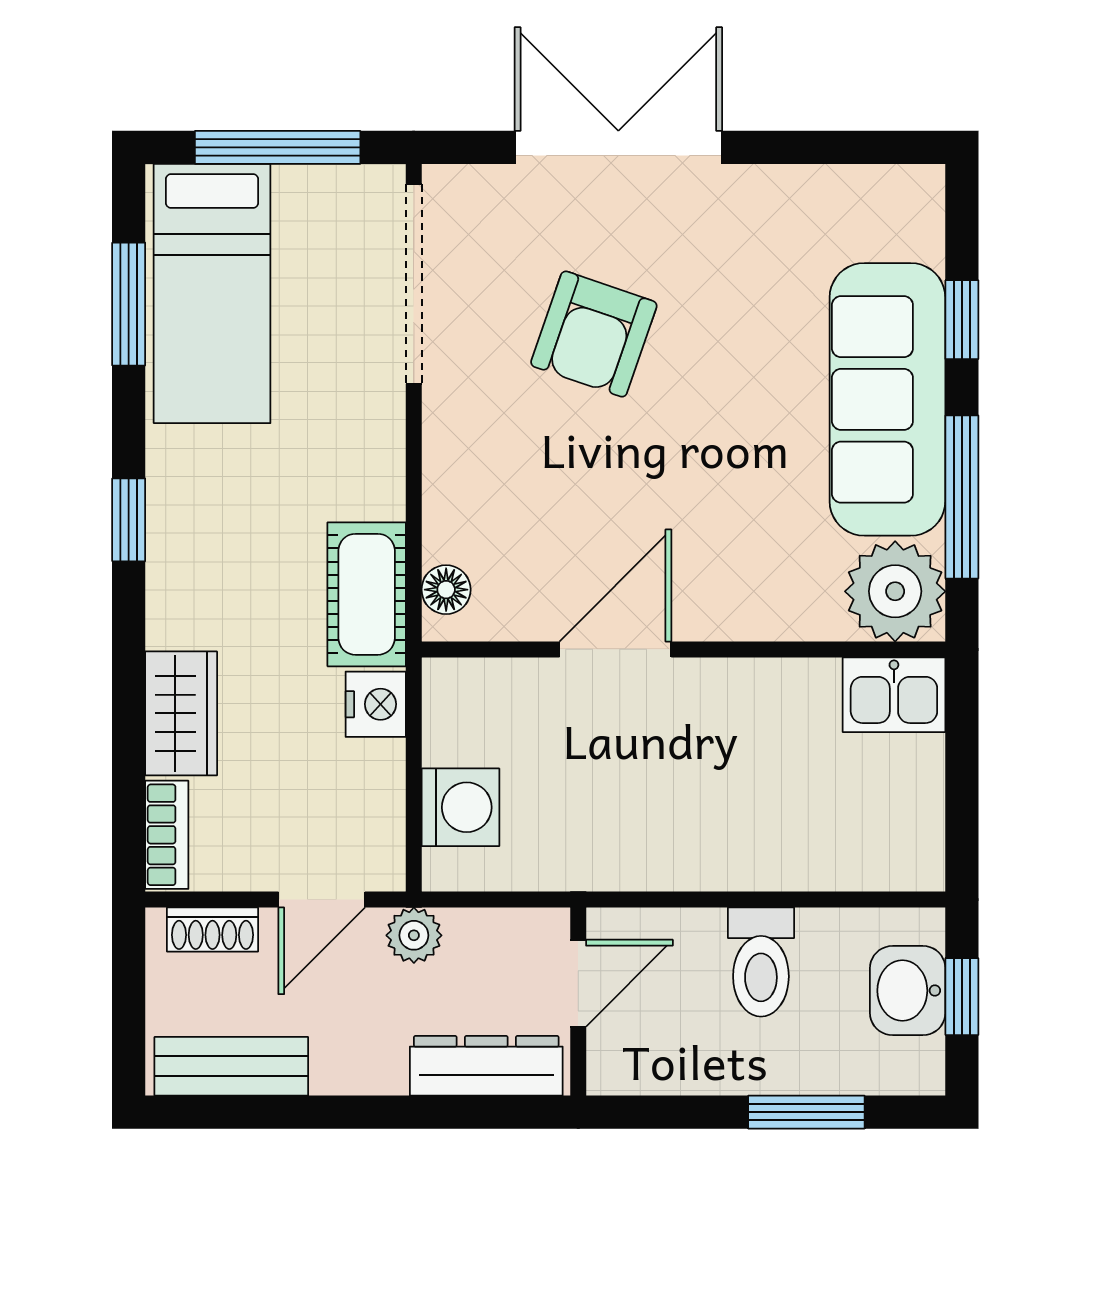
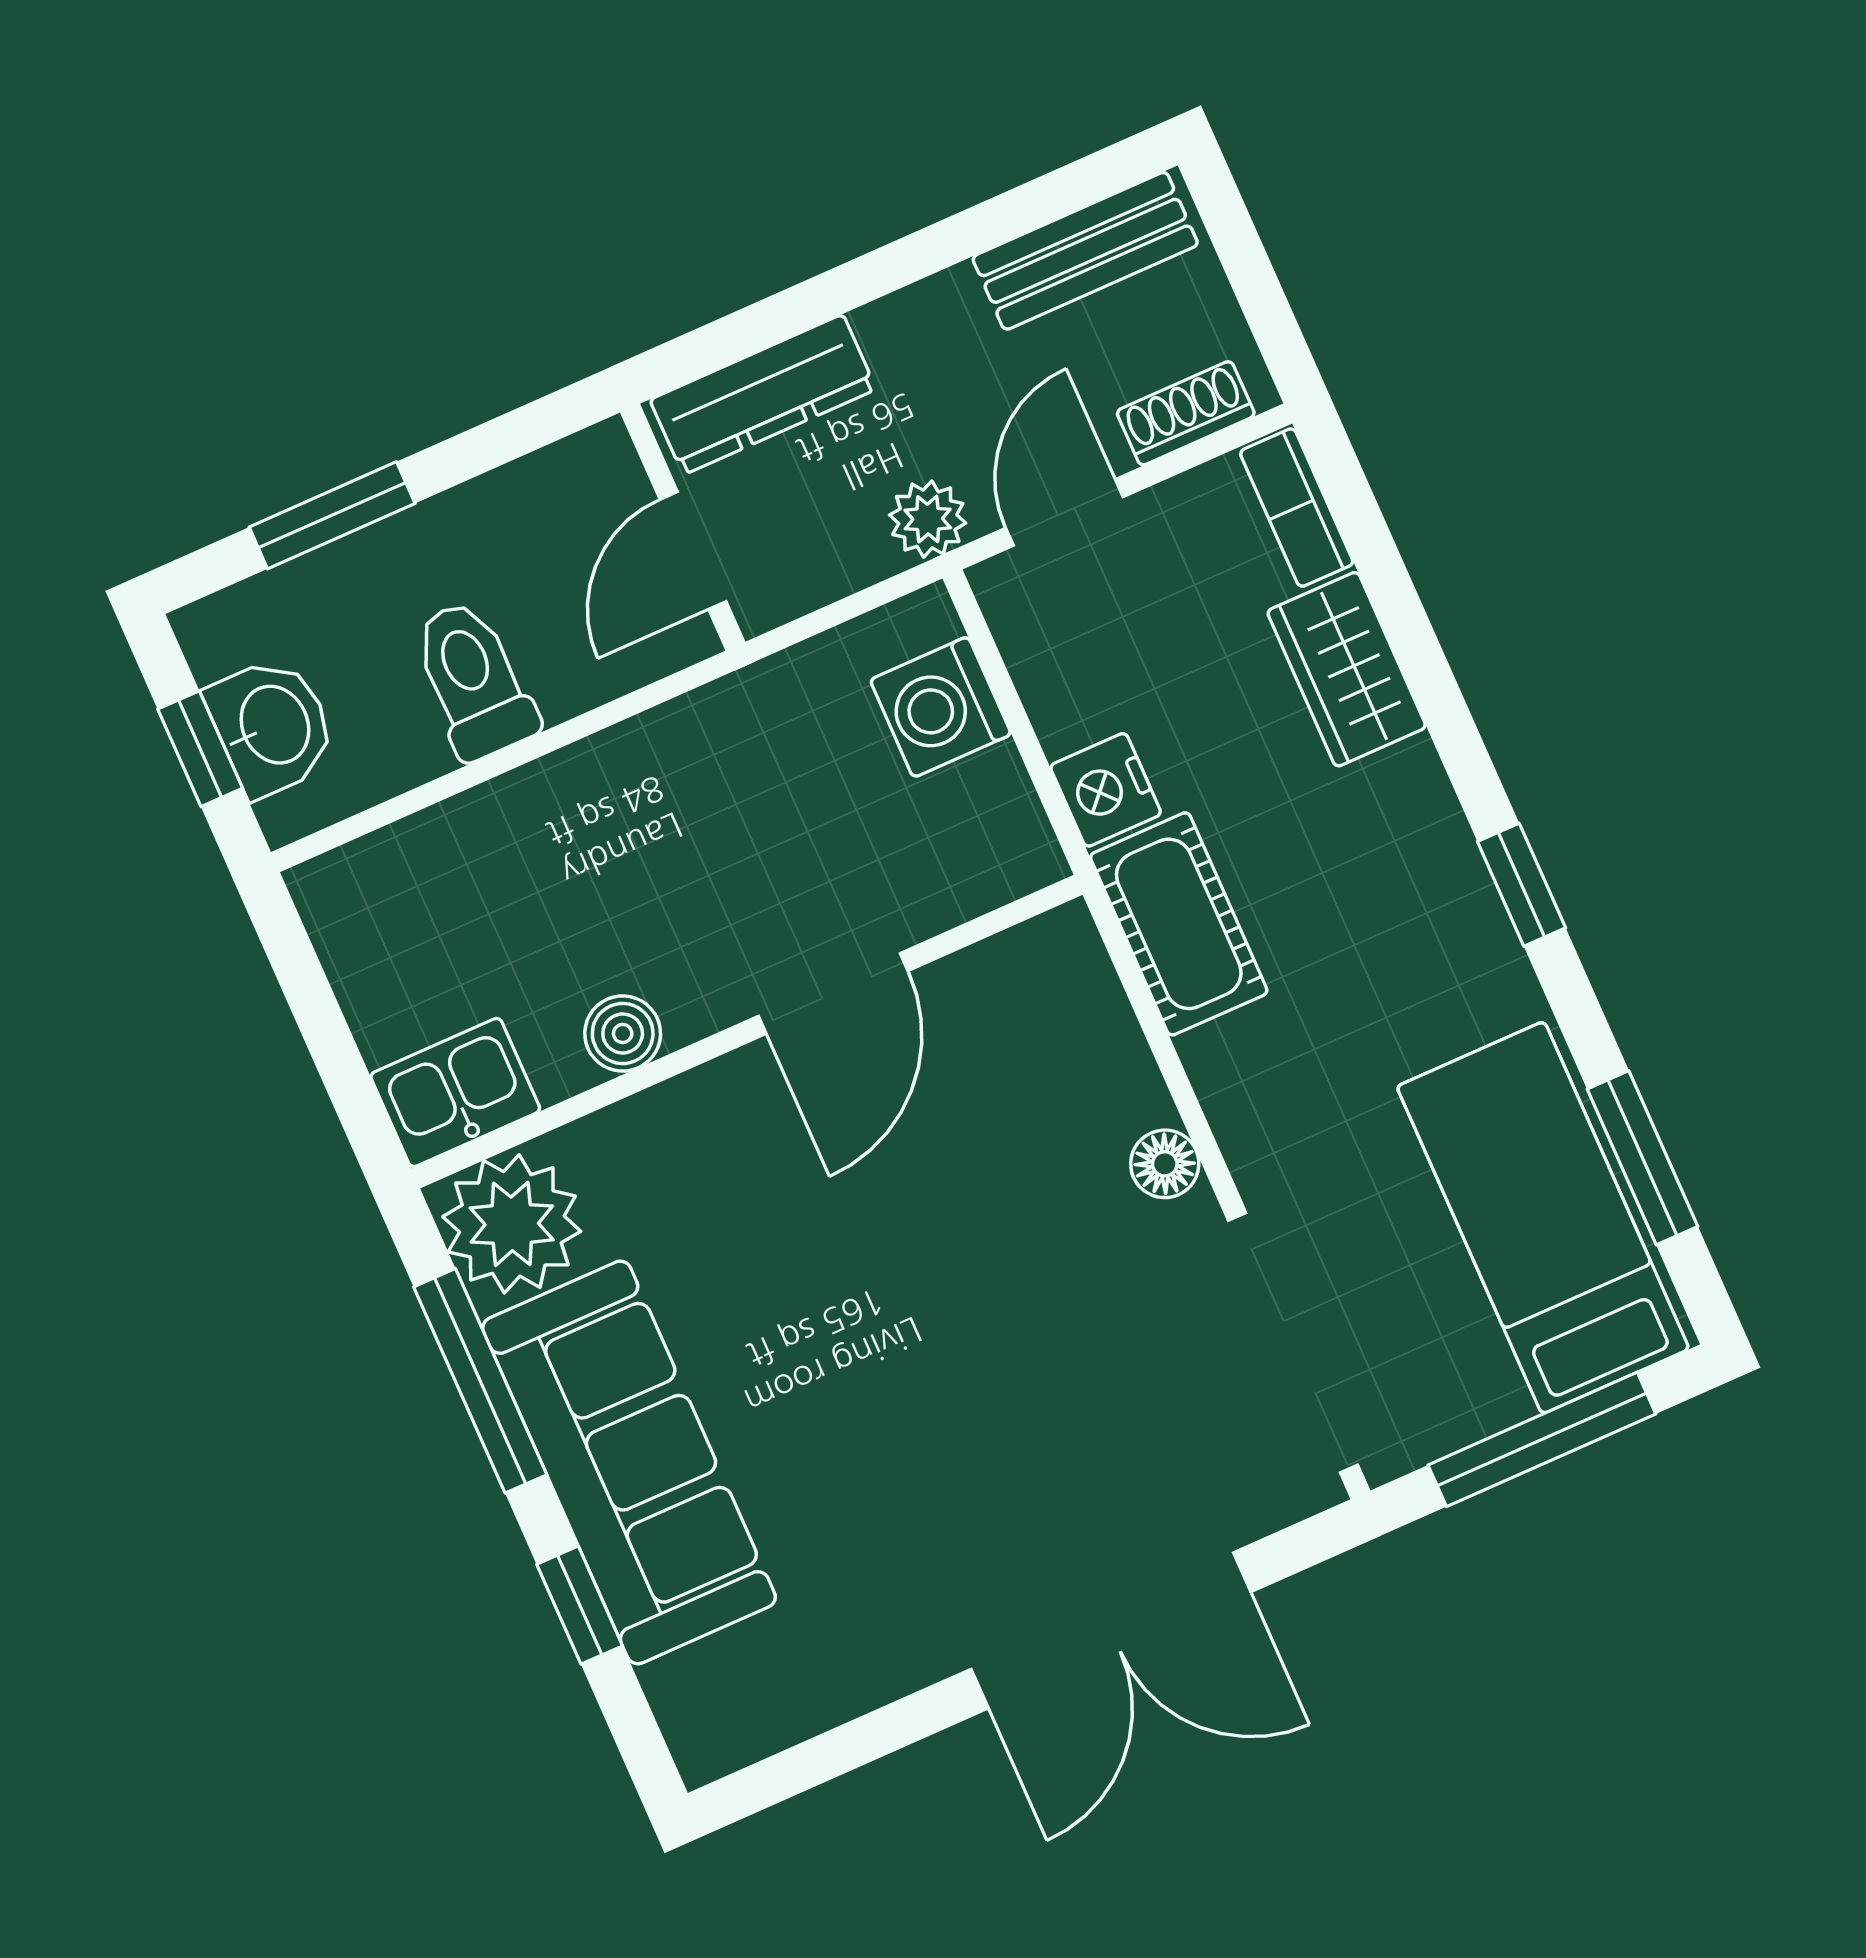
armchair: (594, 334) -> (1037, 1381), removed
floor lamp: (446, 590) -> (1165, 1164), moved
boiler: (766, 685) -> (623, 1034), added

